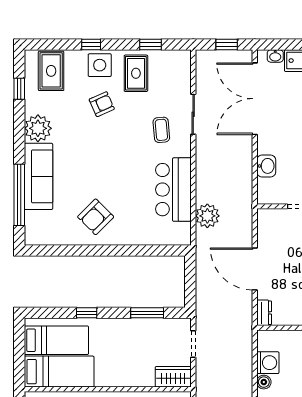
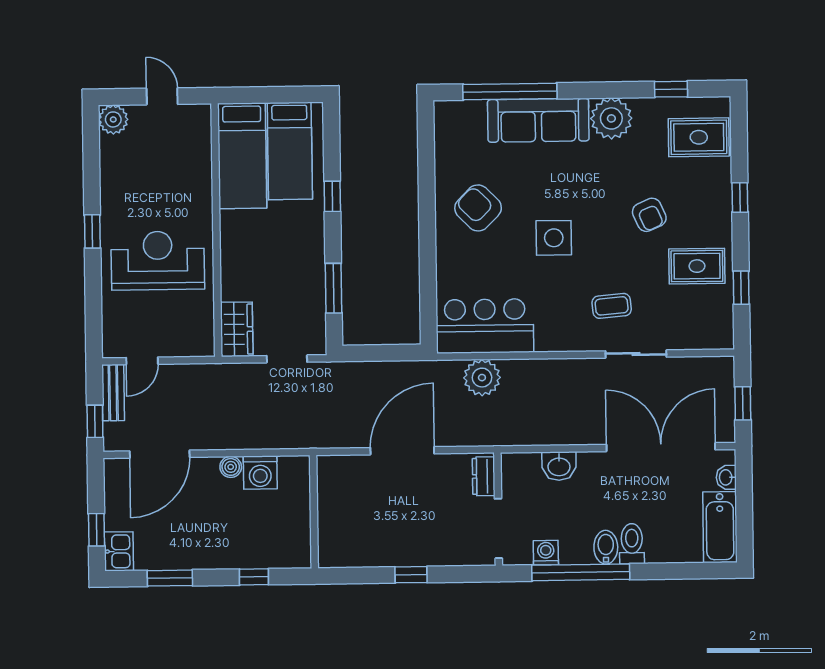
side table: (100, 65) -> (554, 238), moved
bar counter: (173, 190) -> (485, 326), moved
dresser: (264, 313) -> (484, 476), moved, turned 90

